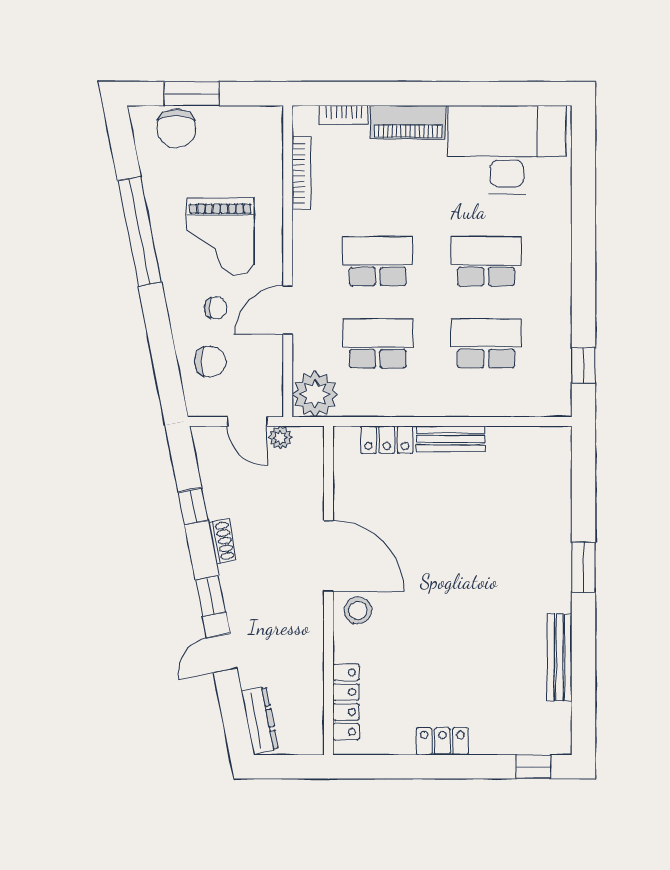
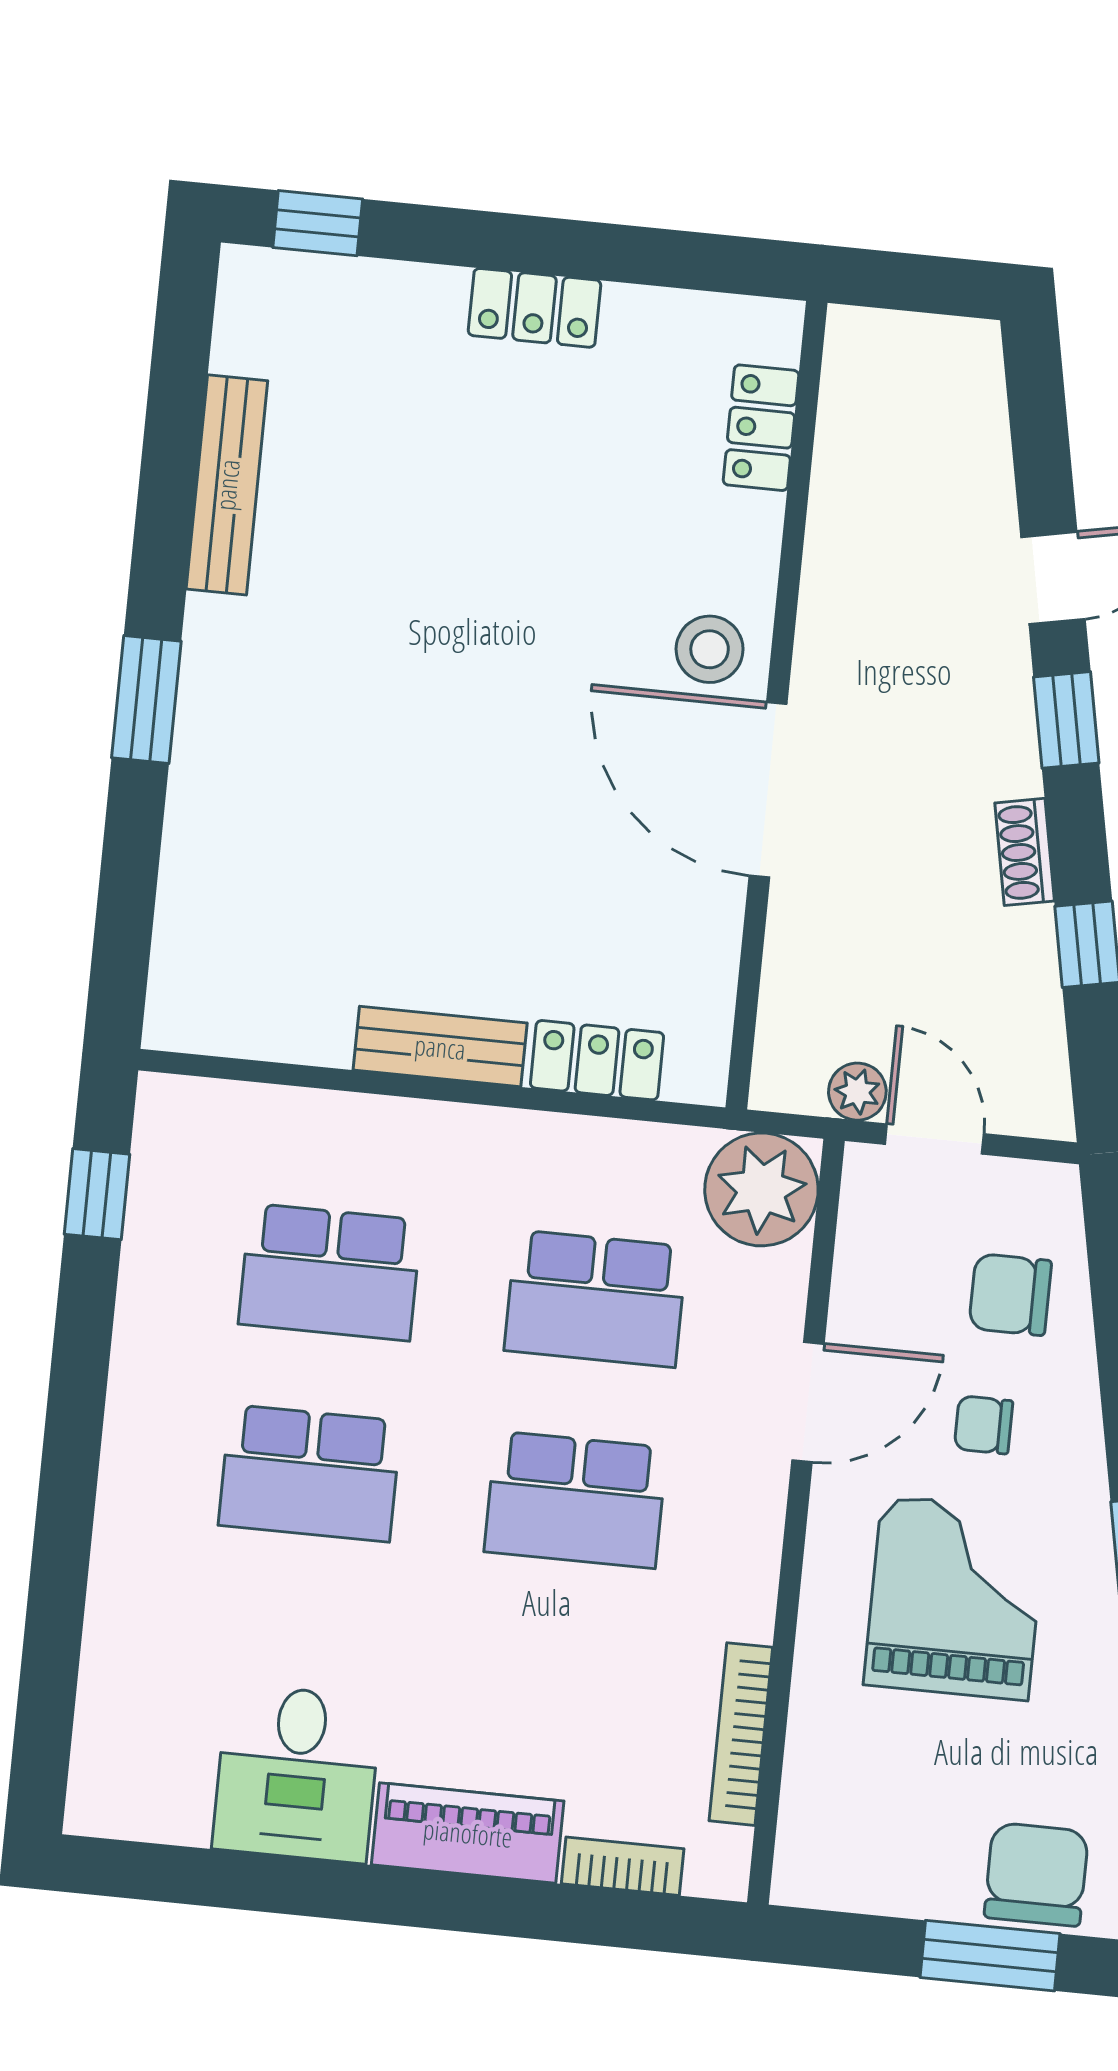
desk: (507, 150) -> (297, 1773), width x0.53, depth x0.77
locker: (346, 702) -> (761, 428), width x0.66
dresser: (260, 720) -> (977, 405), removed

